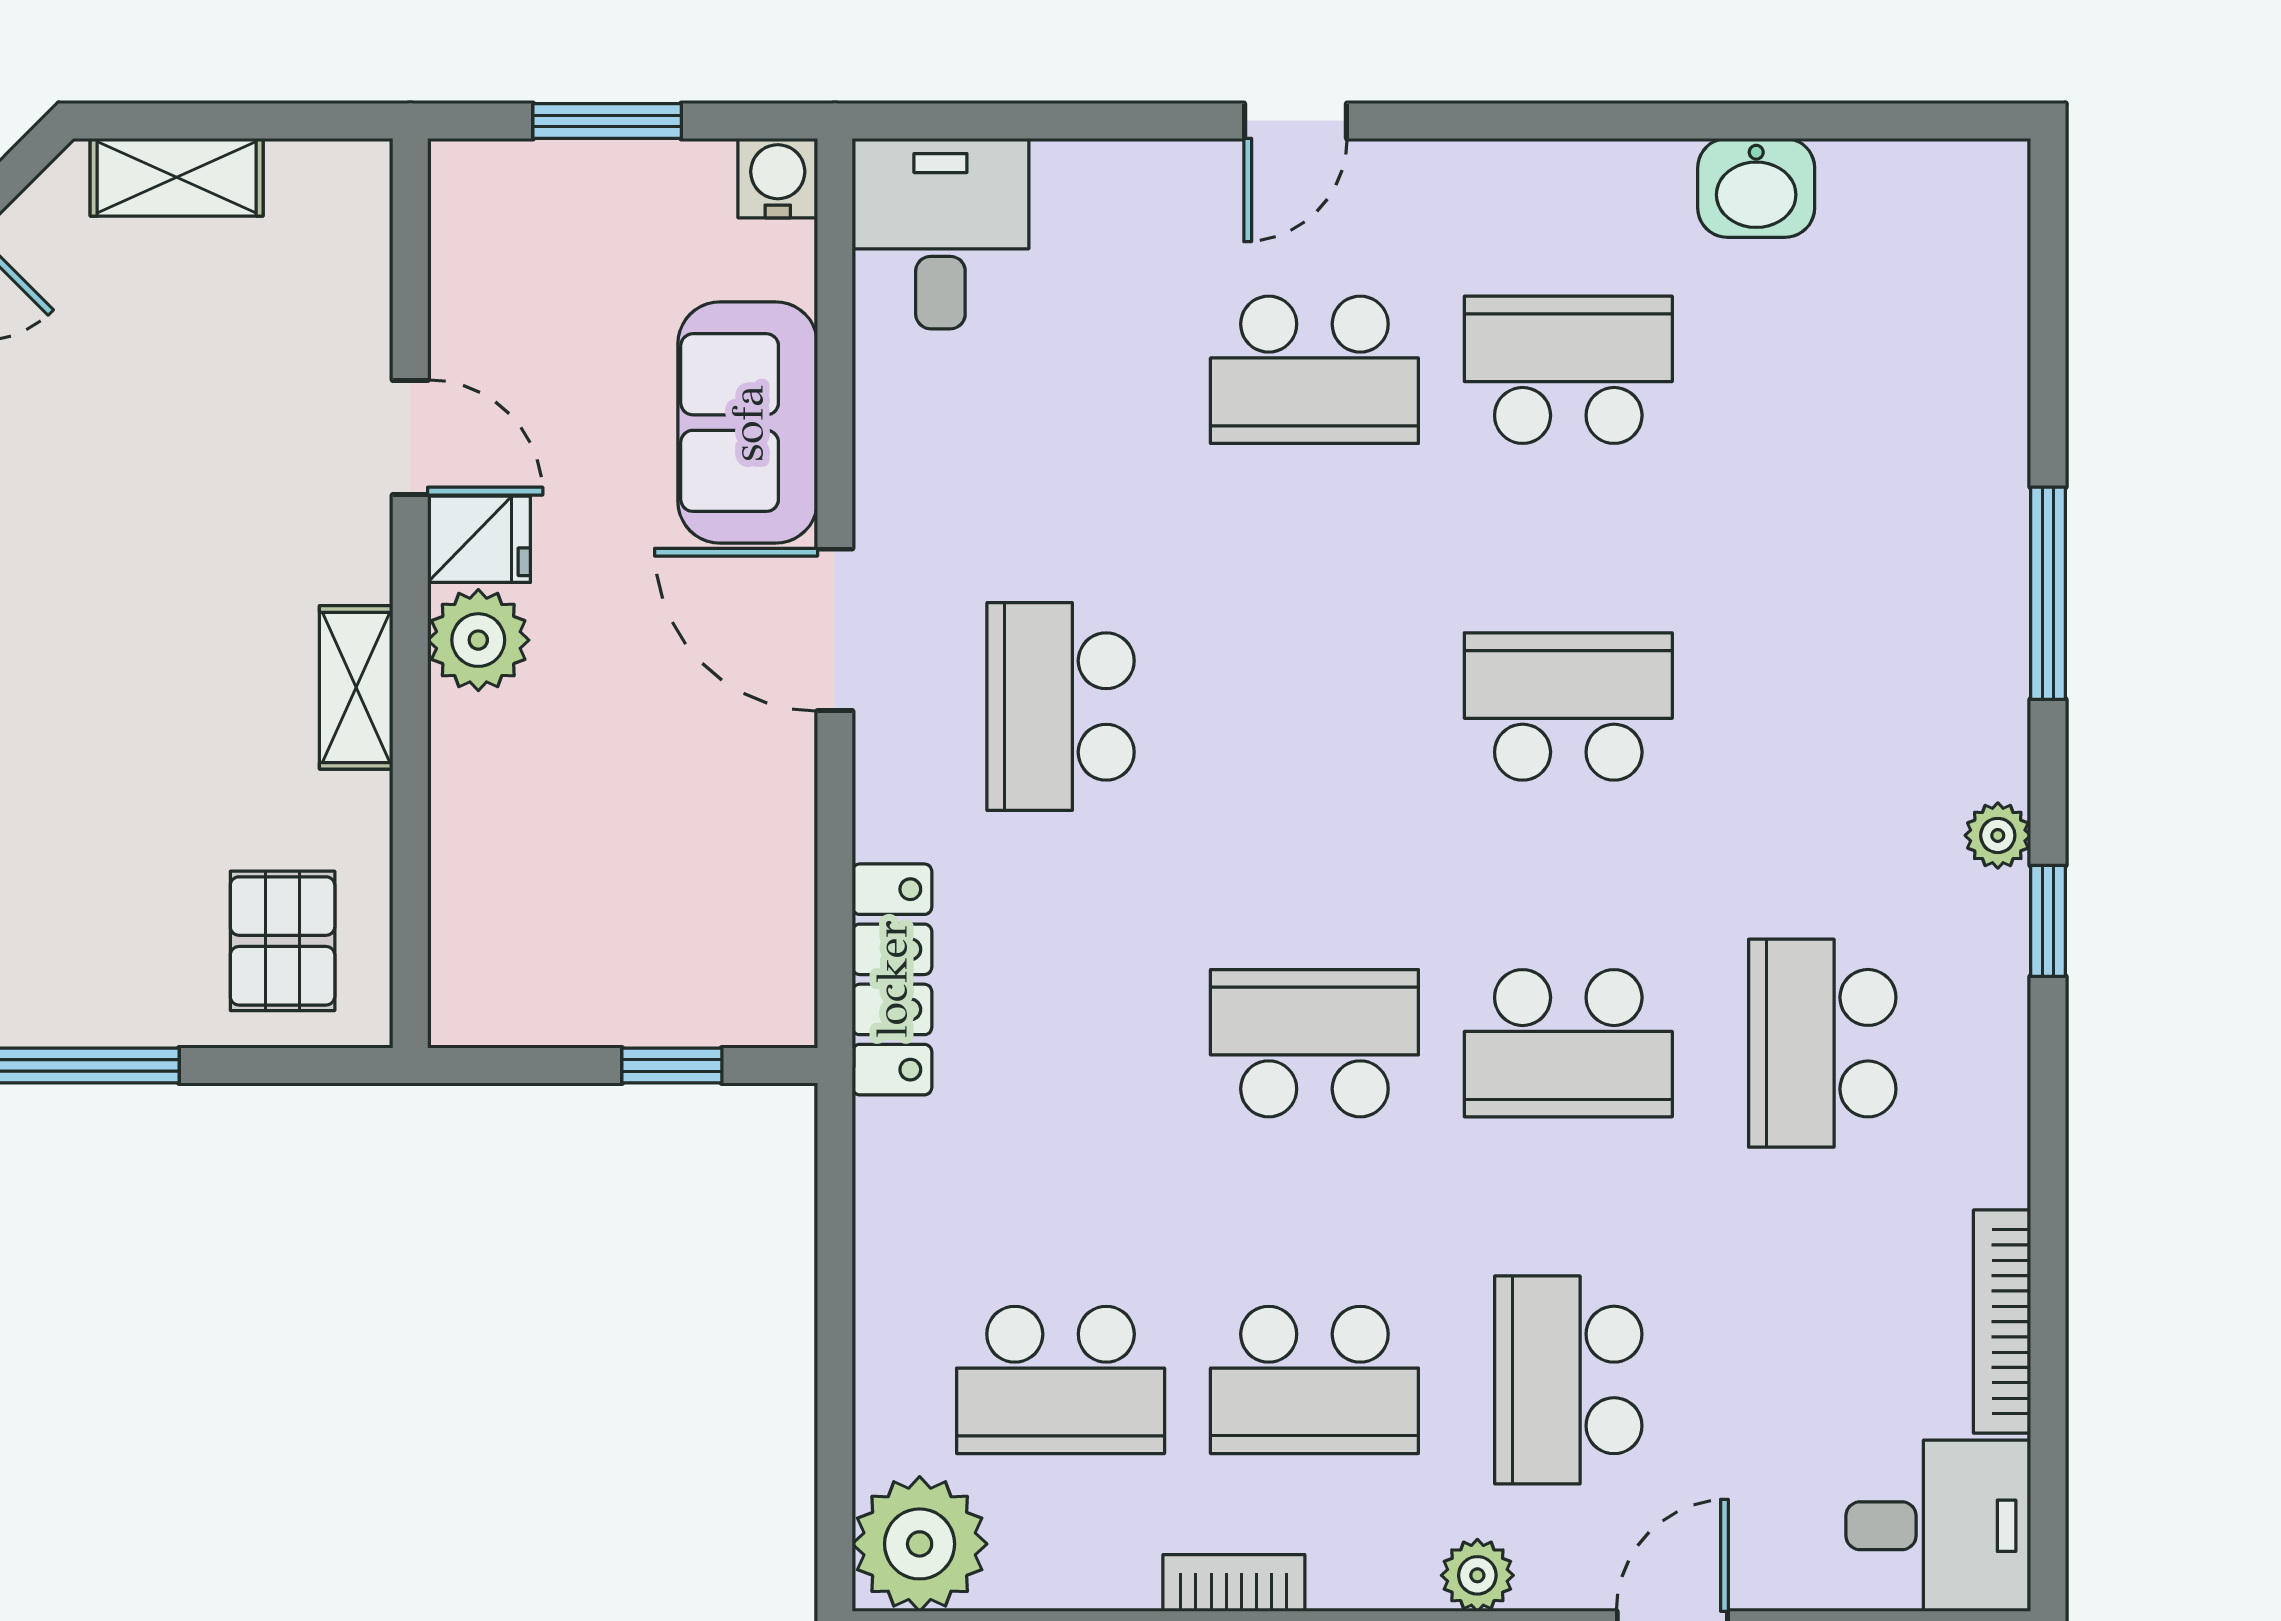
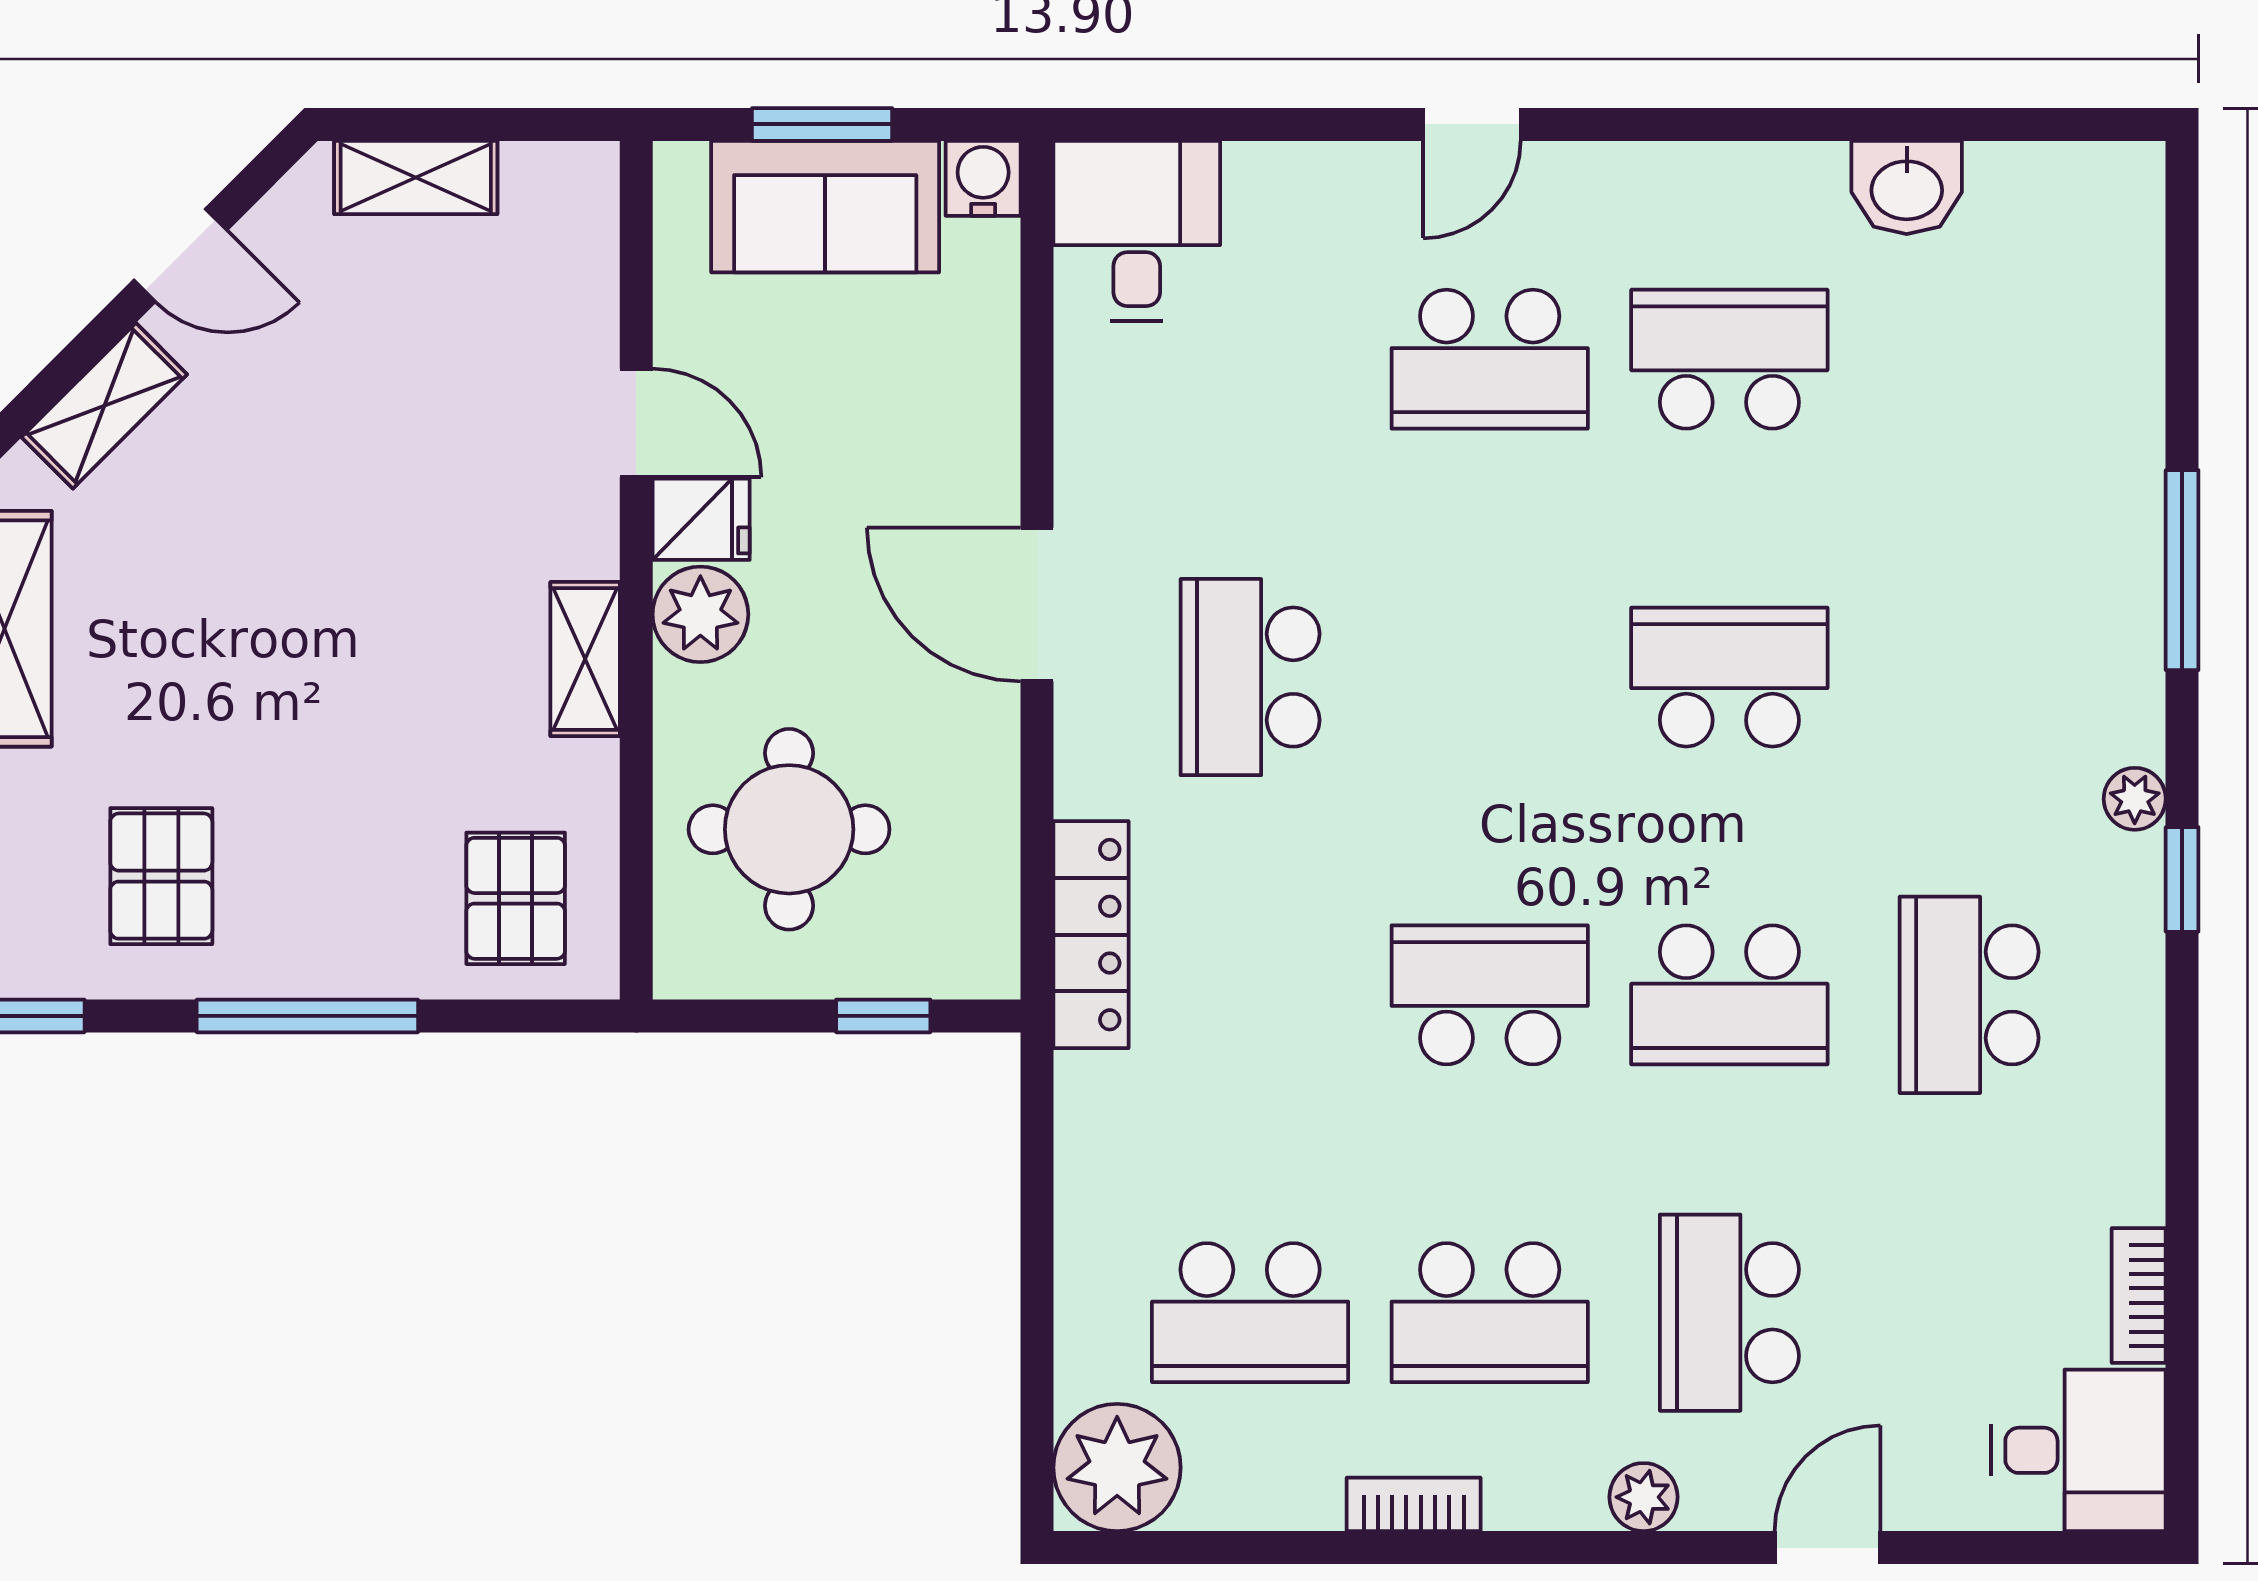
sofa: (748, 423) -> (825, 207), moved, turned -90
round table: (572, 868) -> (789, 829), added
bookcase: (2002, 1322) -> (2139, 1296), width x0.64

